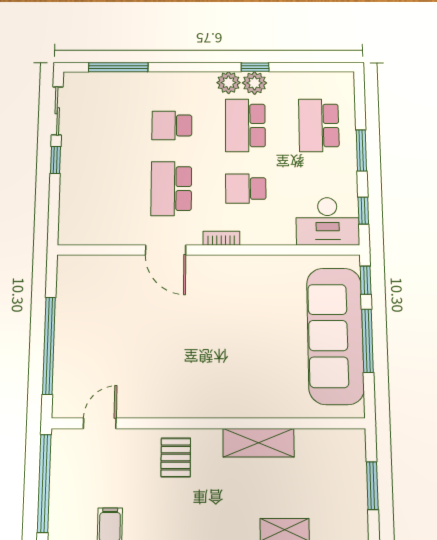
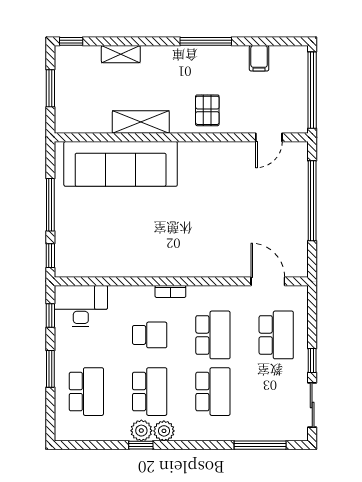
school desk: (172, 125) -> (213, 392), width x1.85
school desk: (97, 189) -> (276, 335), added
door: (166, 250) -> (268, 281), moved
sofa: (335, 336) -> (121, 164), moved, turned 90

